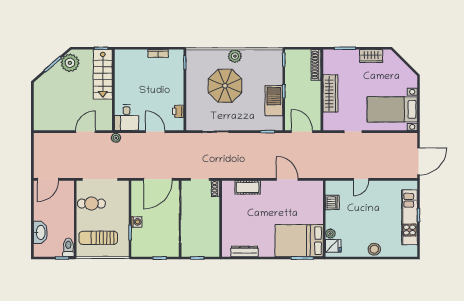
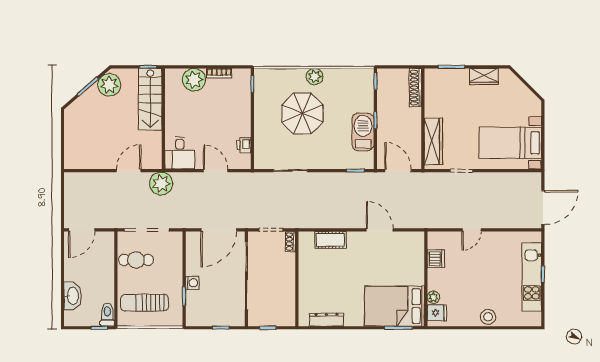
plant: (138, 59) -> (194, 80), added
wardrobe: (330, 93) -> (433, 142), moved
plant: (116, 138) -> (161, 184), width x1.88, depth x1.88

